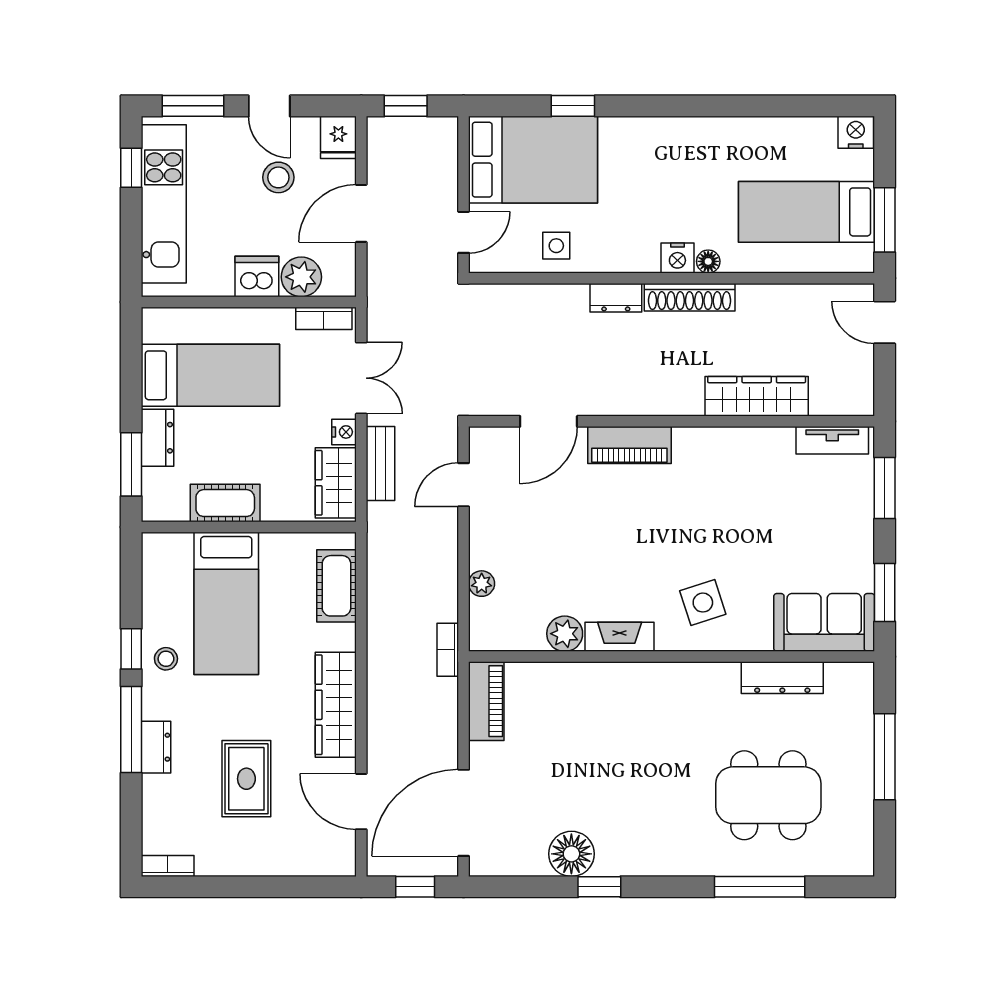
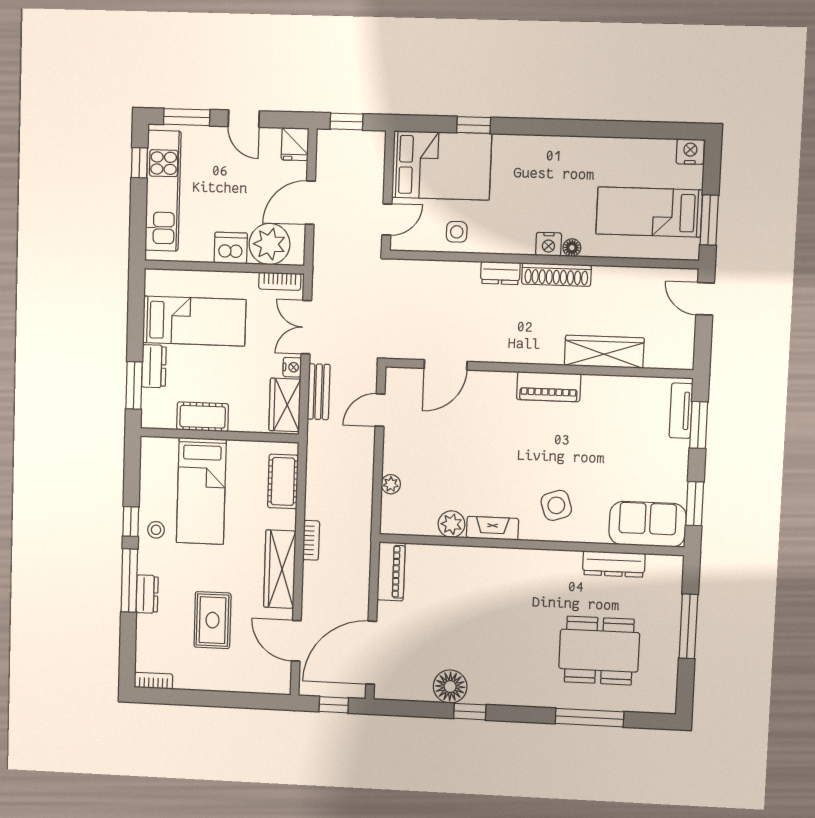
stool: (278, 177) -> (249, 173), removed
plant: (301, 277) -> (269, 244), width x1.36, depth x1.36
double door: (361, 378) -> (306, 327), swing flipped
tv unit: (832, 440) -> (681, 411), moved, turned 90
piano: (629, 445) -> (549, 387), moved
bookcase: (448, 650) -> (311, 540), moved, turned 180

